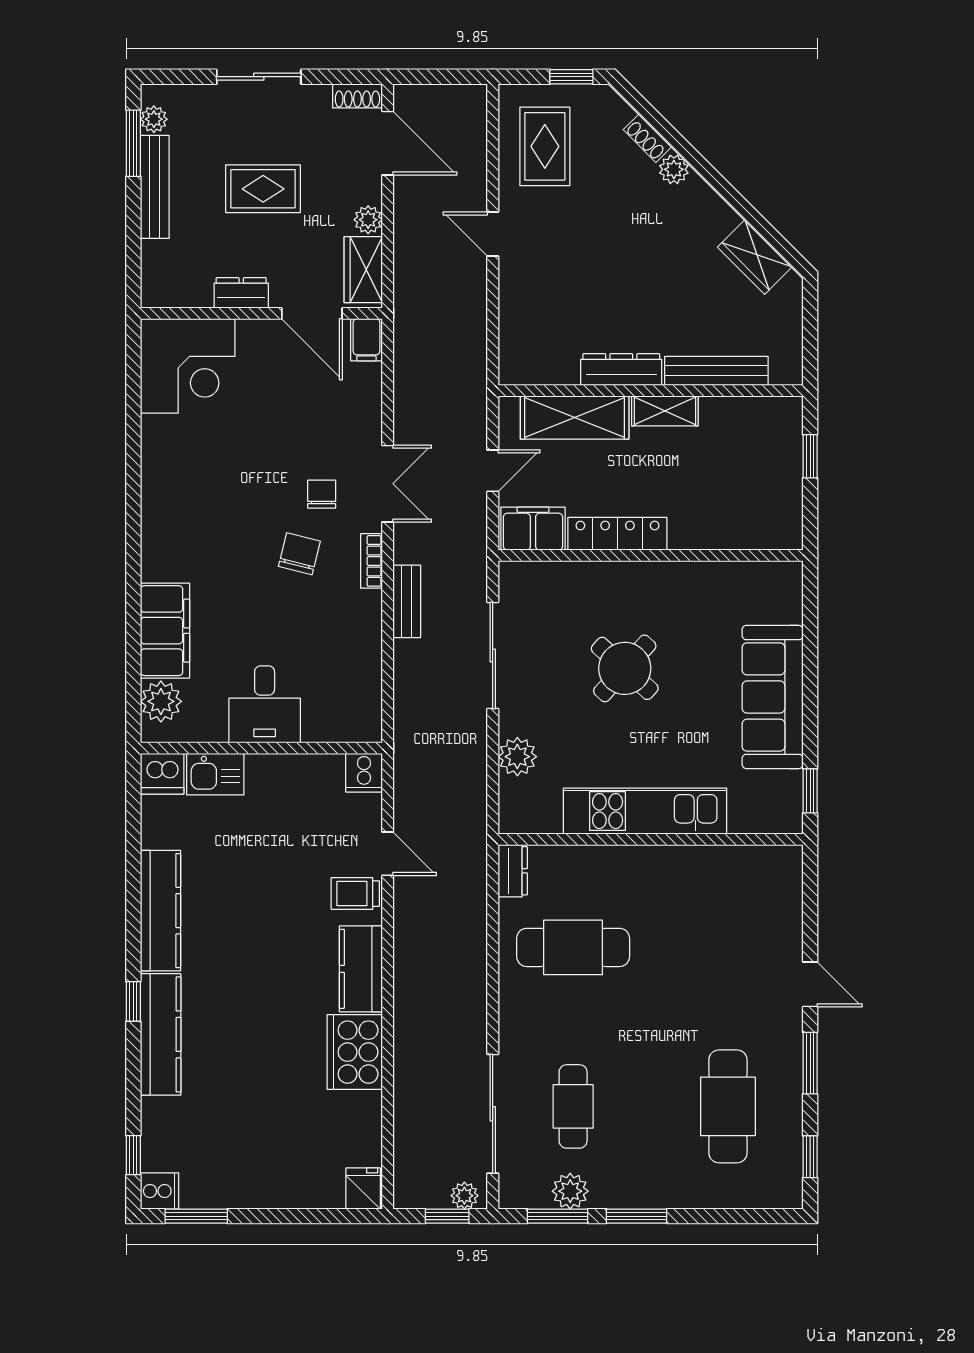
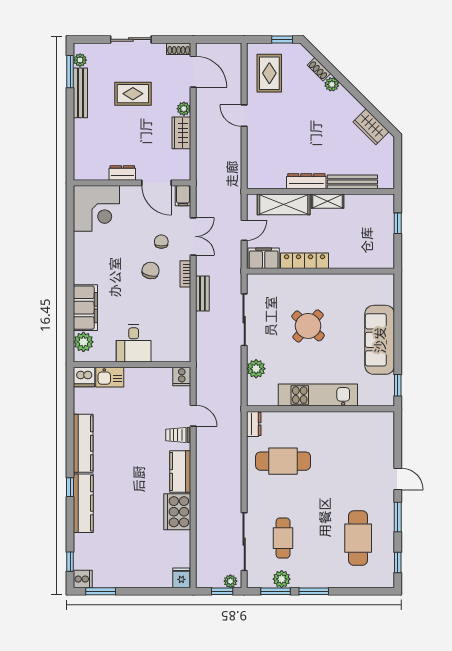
dresser: (241, 293) -> (122, 173), moved
wall: (261, 313) -> (132, 183), moved
door: (312, 313) -> (157, 183), moved
filing cabinet: (366, 340) -> (183, 196), moved
corner desk: (188, 366) -> (96, 208), moved

